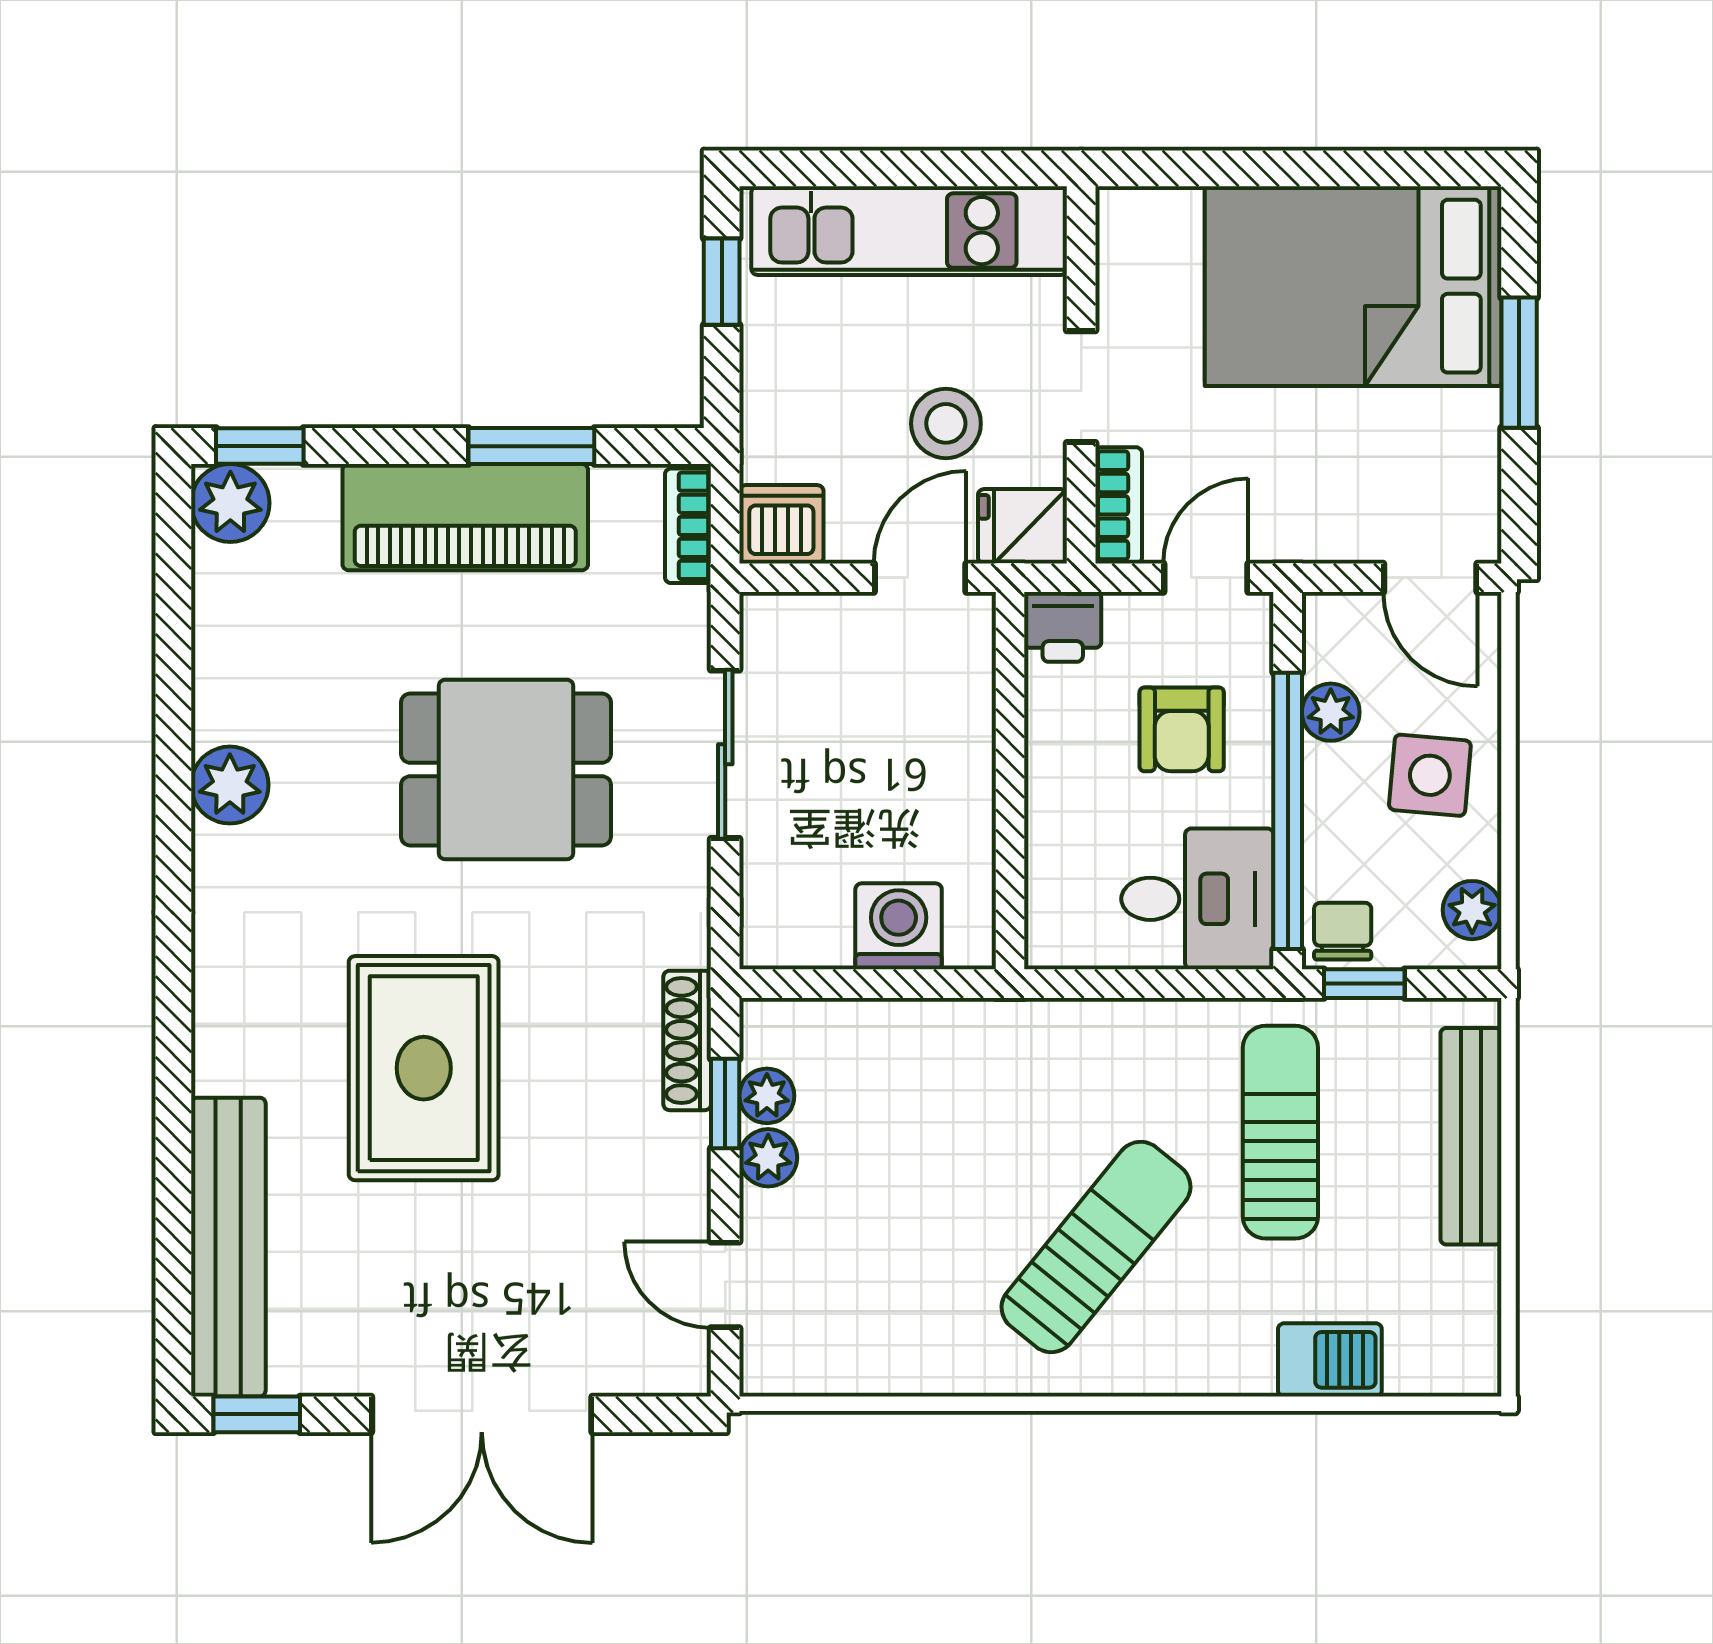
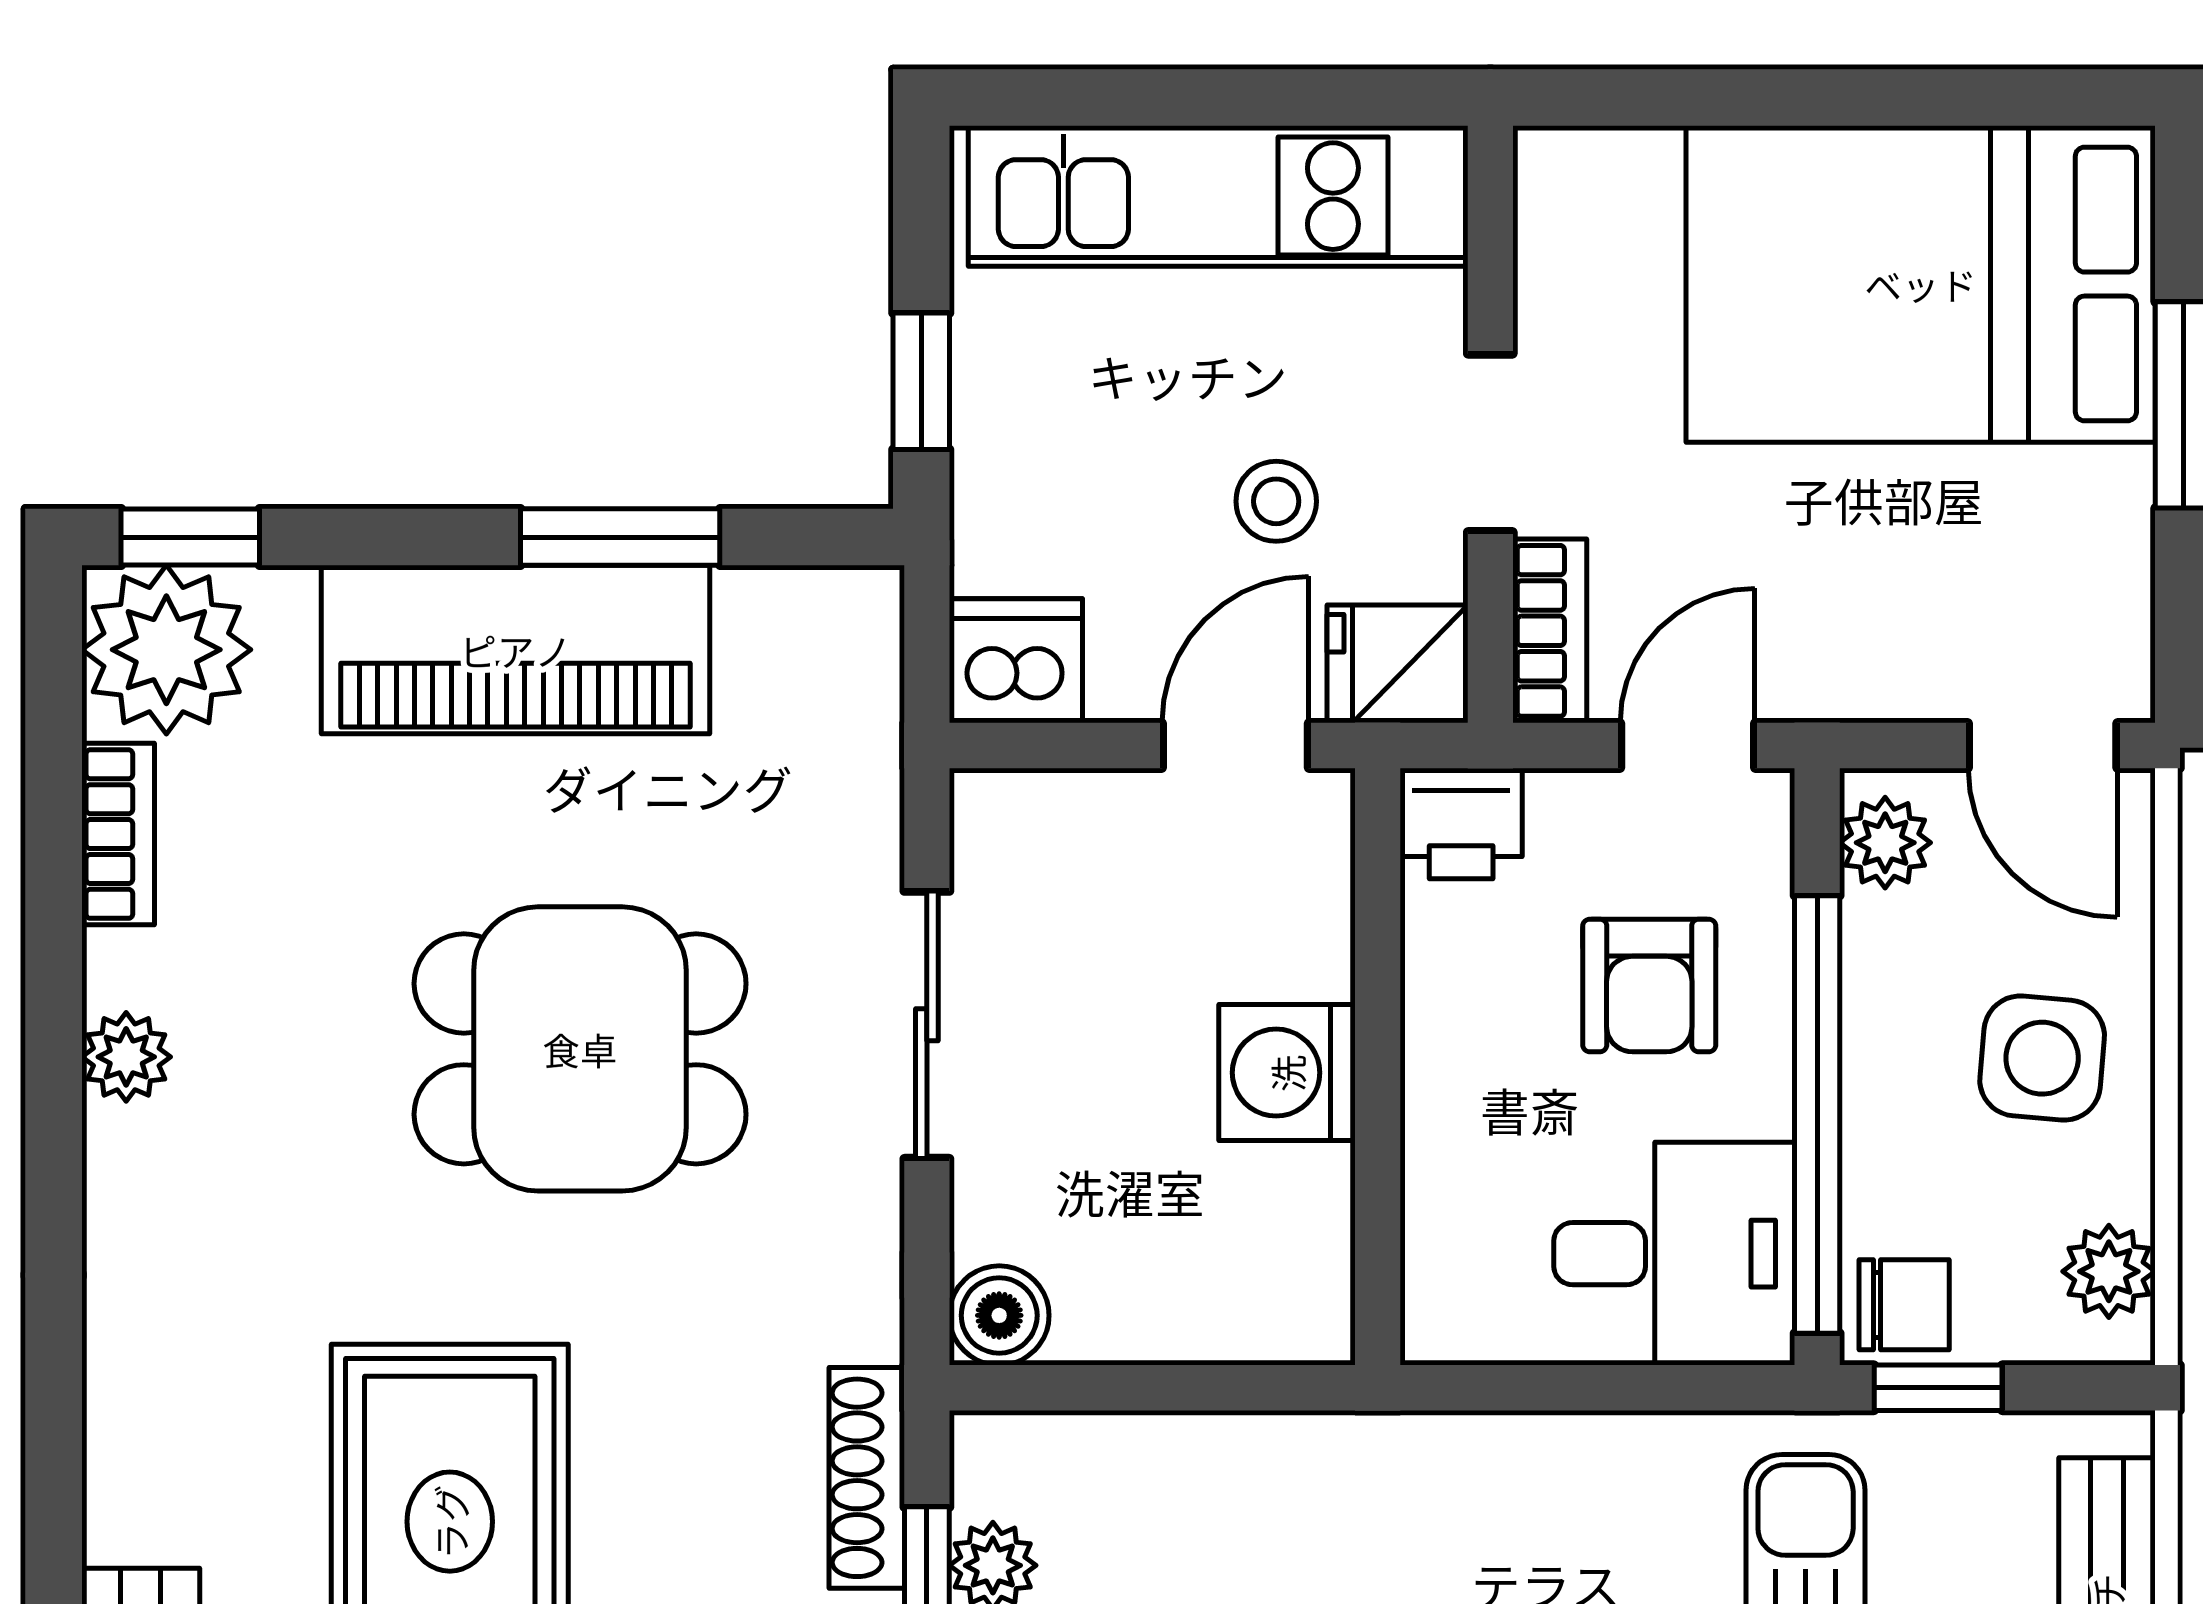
window: (722, 282) -> (921, 381), moved
stool: (946, 423) -> (1276, 501), width x0.73, depth x0.73
plant: (230, 503) -> (166, 650), width x1.36, depth x1.36
bookcase: (688, 526) -> (118, 834), moved, turned 180
plant: (1331, 712) -> (1885, 843), moved
plant: (230, 785) -> (126, 1057), width x0.73, depth x0.73
washing machine: (899, 926) -> (1287, 1073), moved, turned -90
chair: (1343, 931) -> (1904, 1305), turned 90
boiler: (771, 938) -> (999, 1315), added

